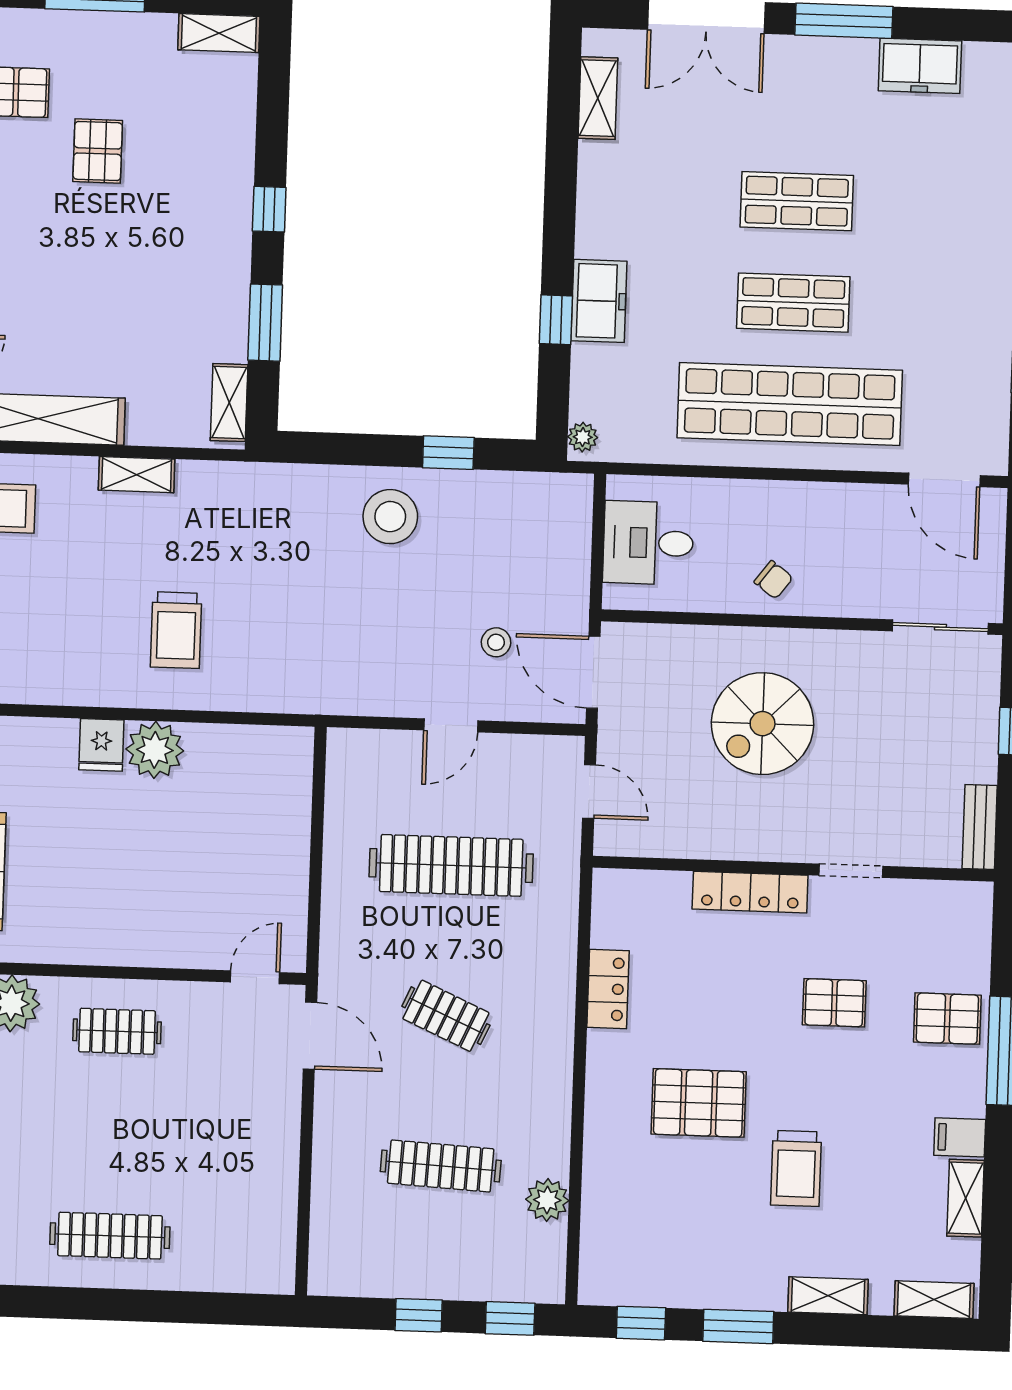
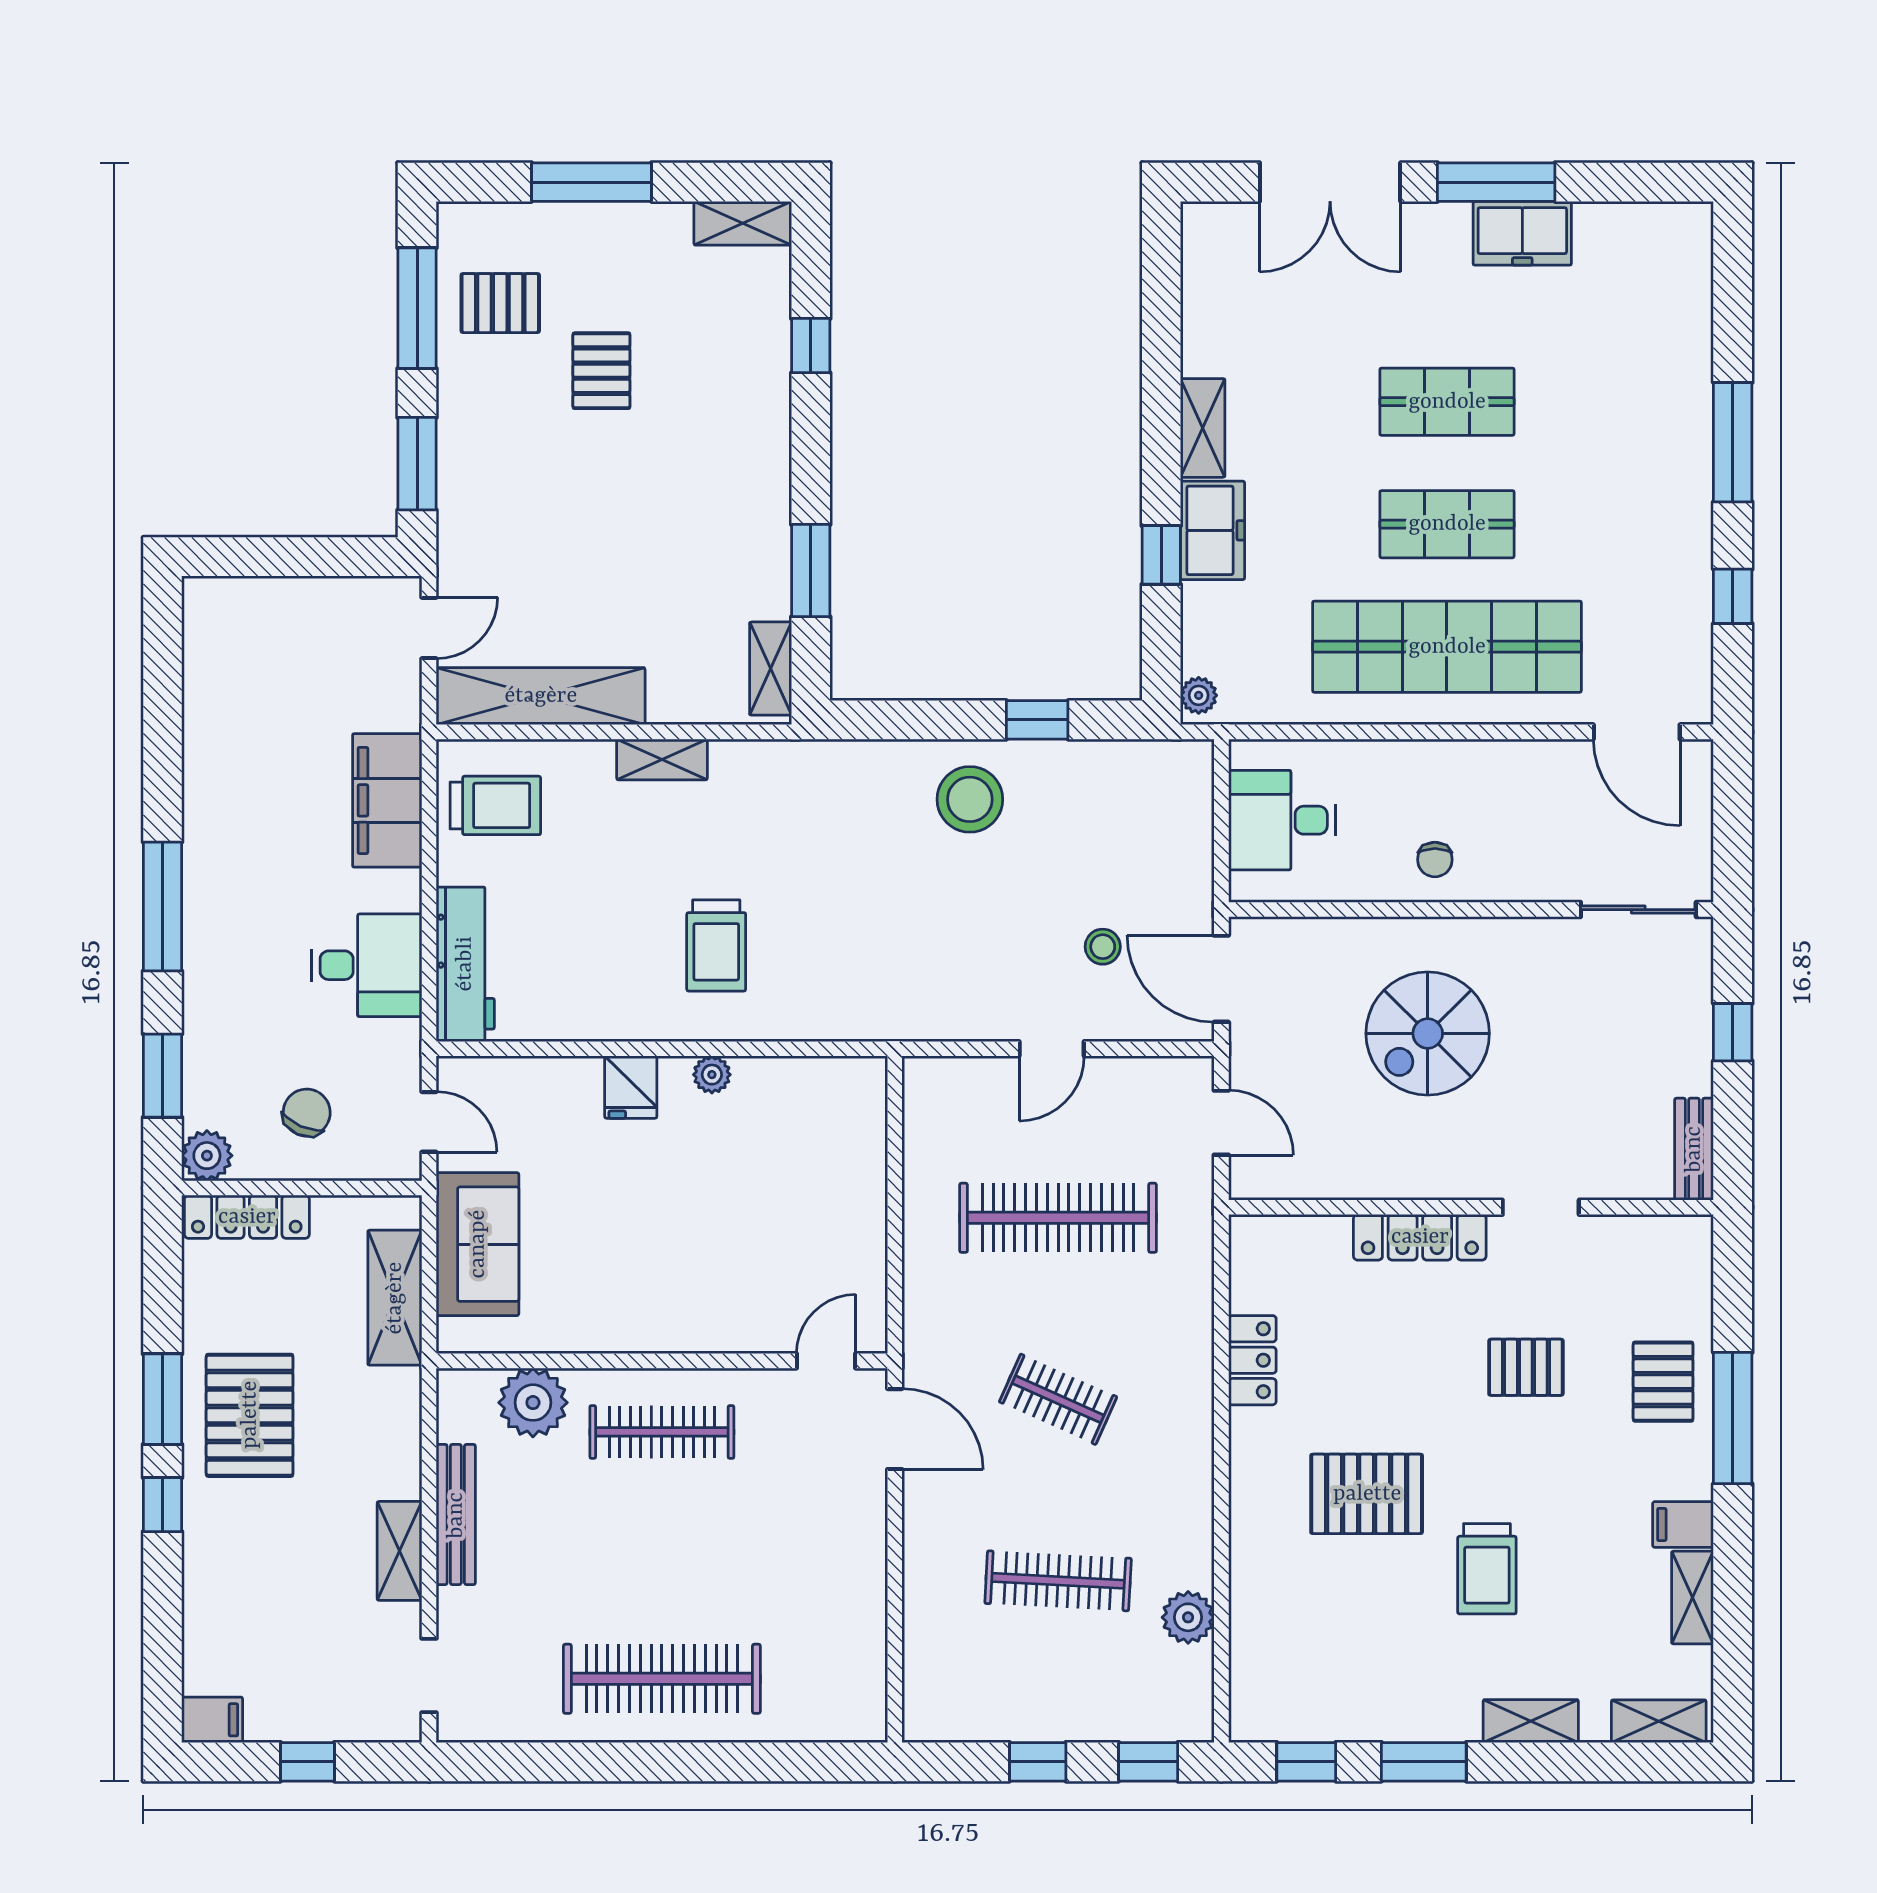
freezer: (920, 66) -> (1522, 233), moved
shelving: (598, 98) -> (1203, 428), moved
window: (269, 209) -> (811, 346), moved
chair: (773, 580) -> (1435, 860), turned 53
plant: (155, 750) -> (712, 1075), width x0.53, depth x0.53
pallet: (947, 1019) -> (1663, 1382), turned 90
clothes rail: (117, 1031) -> (662, 1432), width x1.36
clothes rail: (110, 1236) -> (662, 1679), width x1.37, depth x1.31

